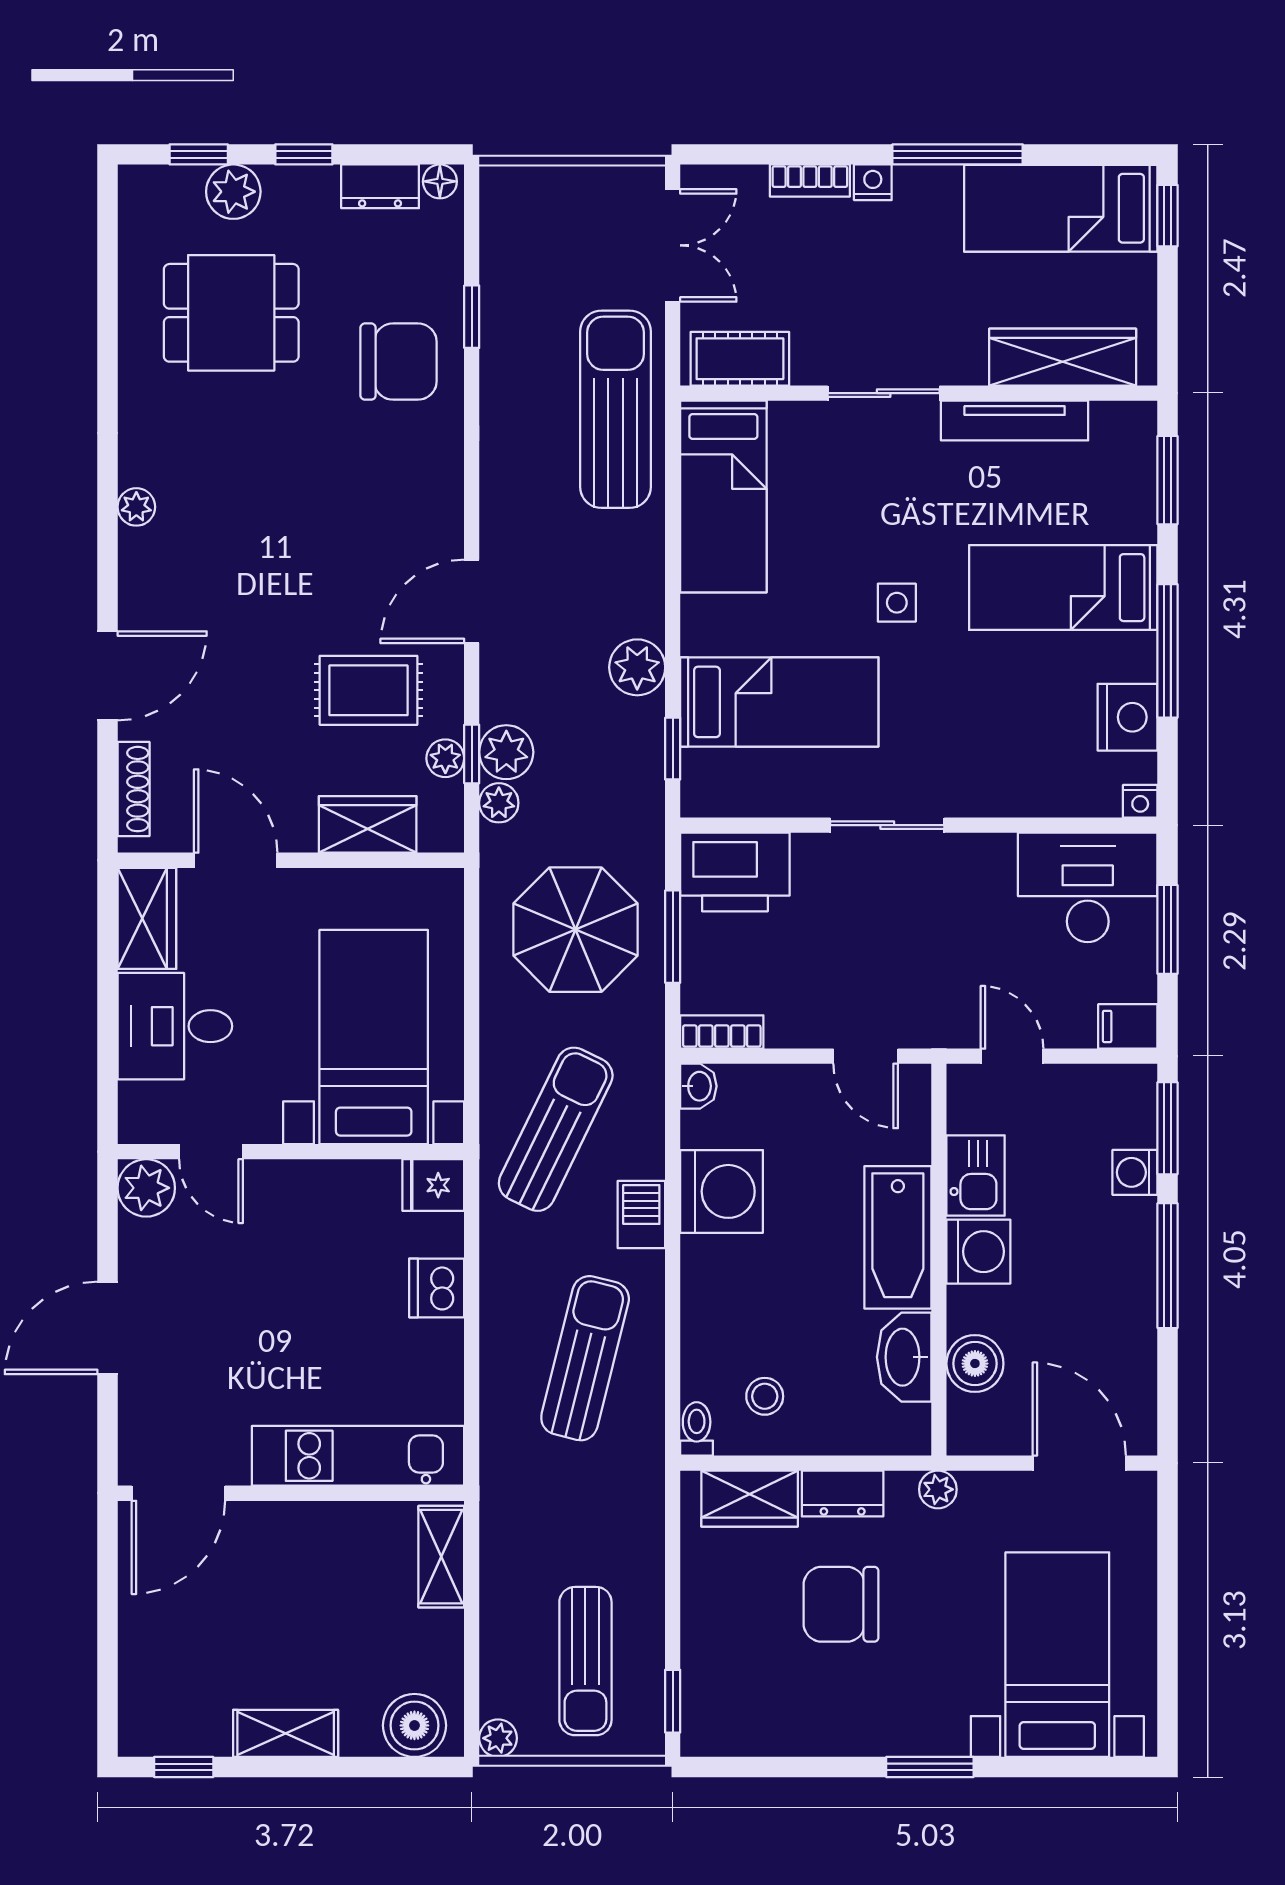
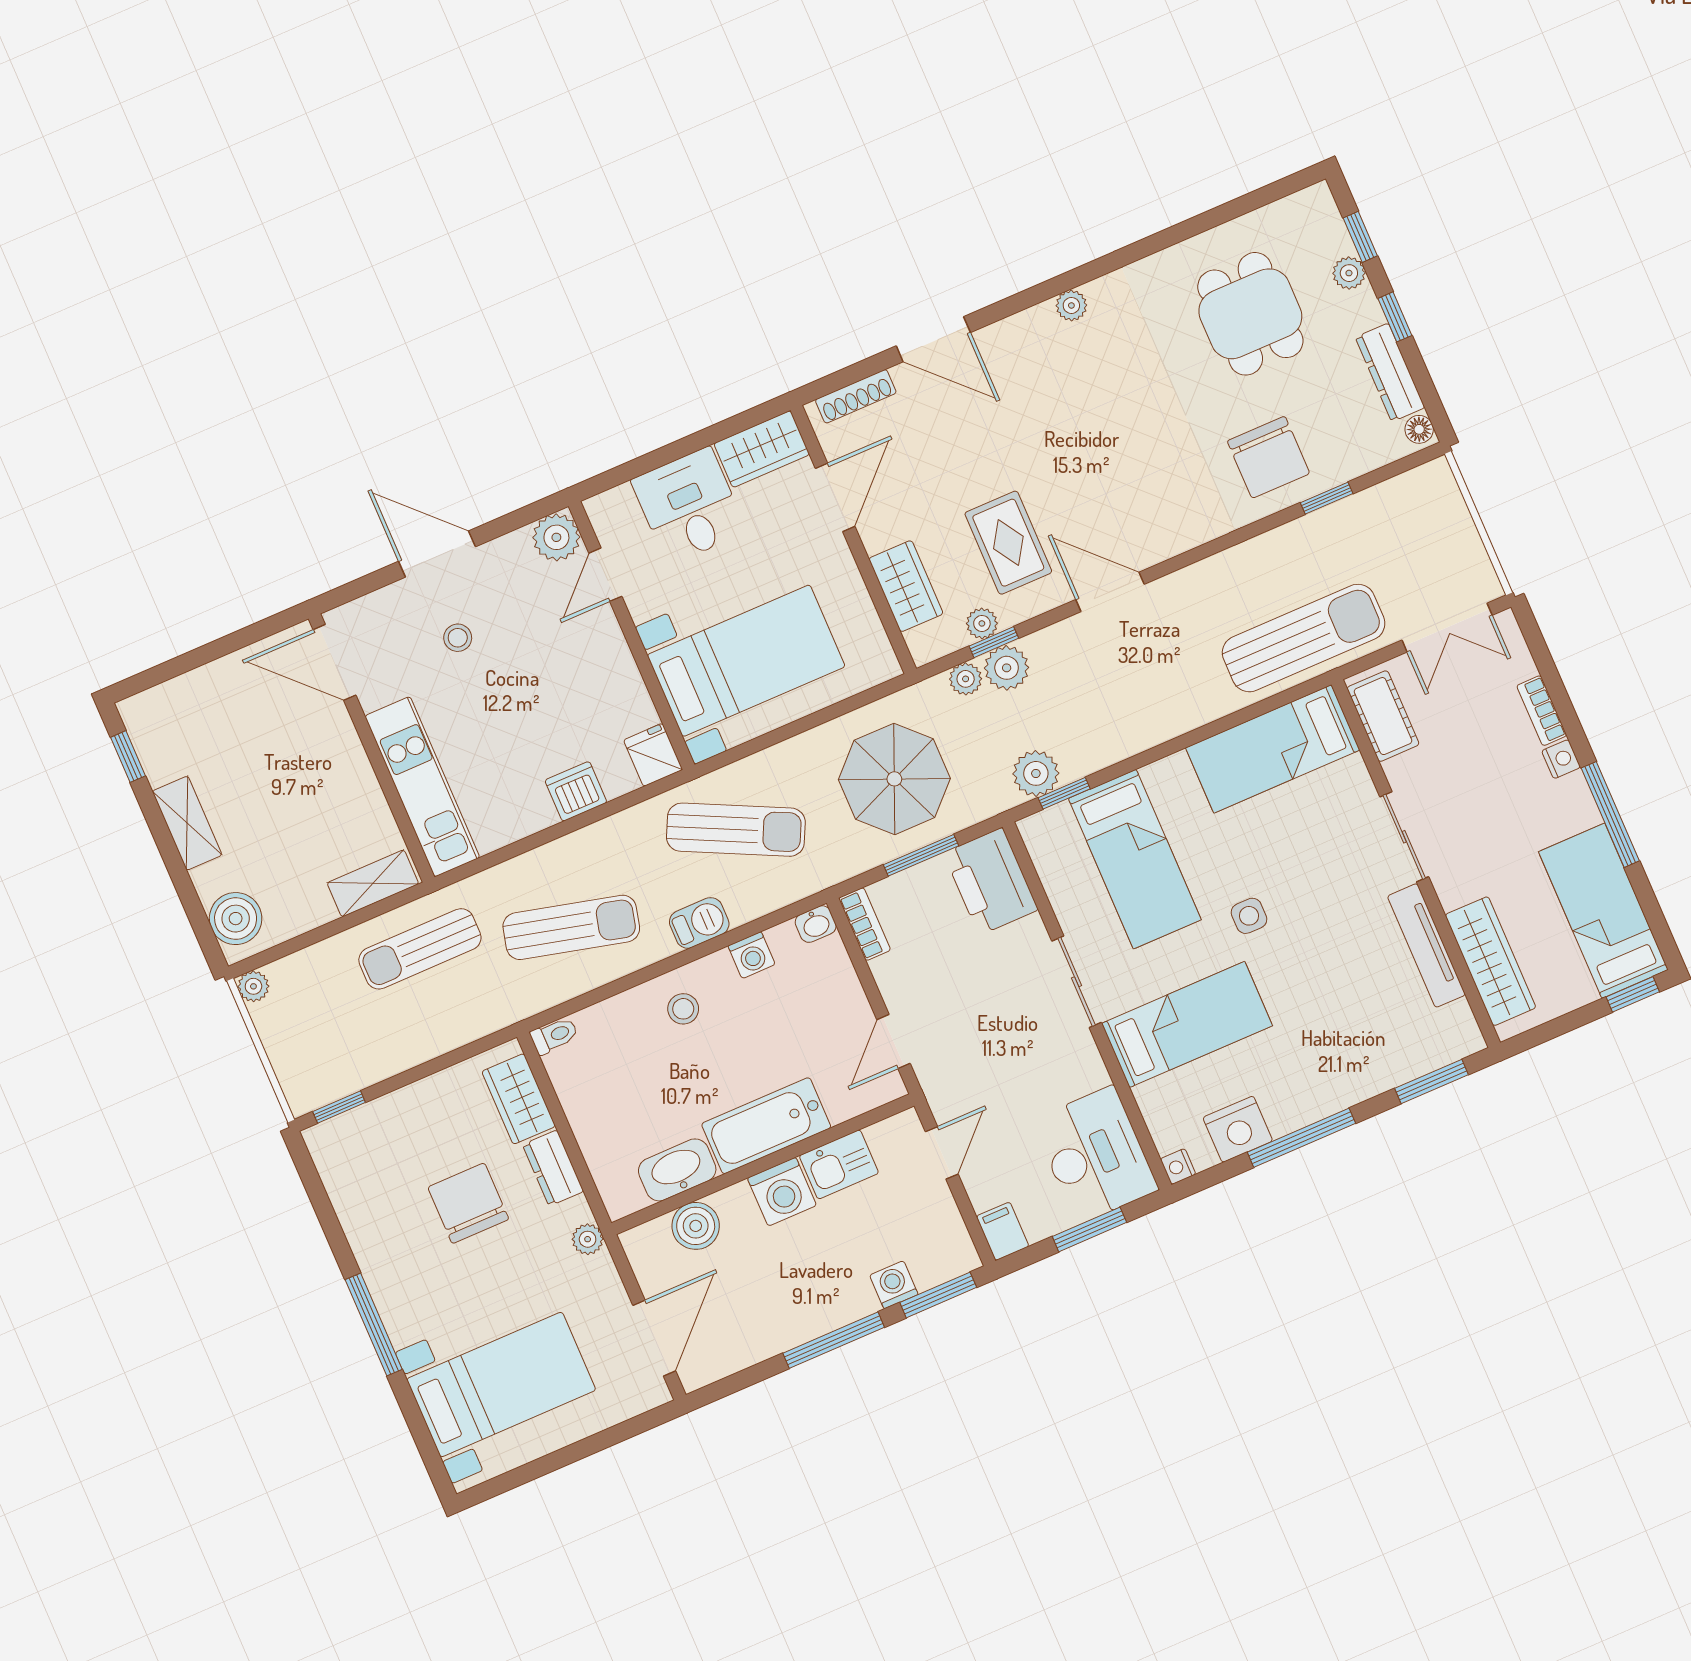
dresser: (380, 186) -> (1390, 372), width x1.44
plant: (233, 192) -> (1349, 273), width x0.73, depth x0.73
bed: (1063, 588) -> (1187, 1025), moved, turned 90
plant: (637, 667) -> (1036, 773), moved
washing machine: (722, 1191) -> (752, 955), width x0.53, depth x0.53
stool: (210, 1345) -> (458, 638), added
stool: (765, 1396) -> (683, 1009), moved
sun lounger: (585, 1661) -> (420, 949), moved
window: (930, 1767) -> (374, 1325), width x1.44

